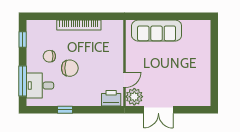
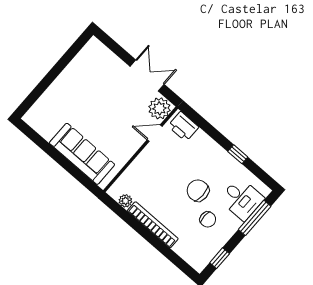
plant: (107, 25) -> (125, 201), added

